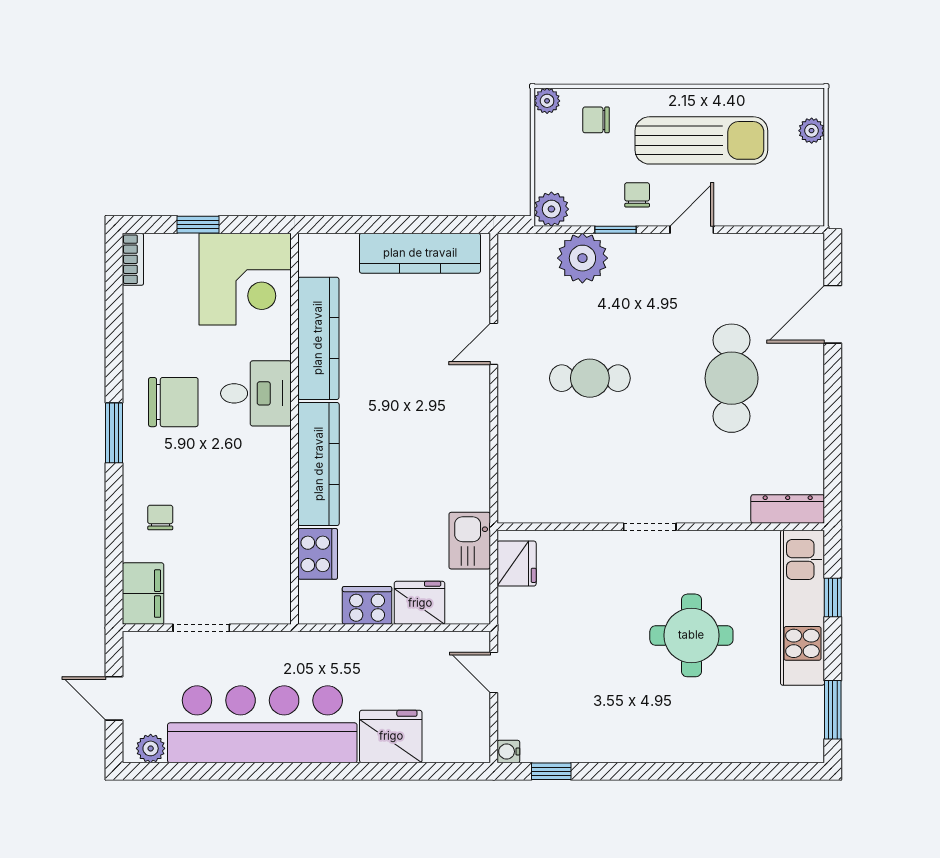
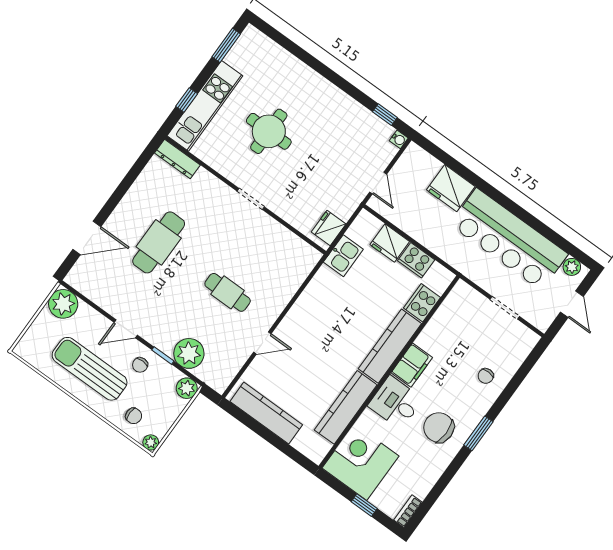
plant: (812, 131) -> (63, 304), moved, width x1.88, depth x1.88
filing cabinet: (143, 594) -> (412, 365), moved, turned 180

